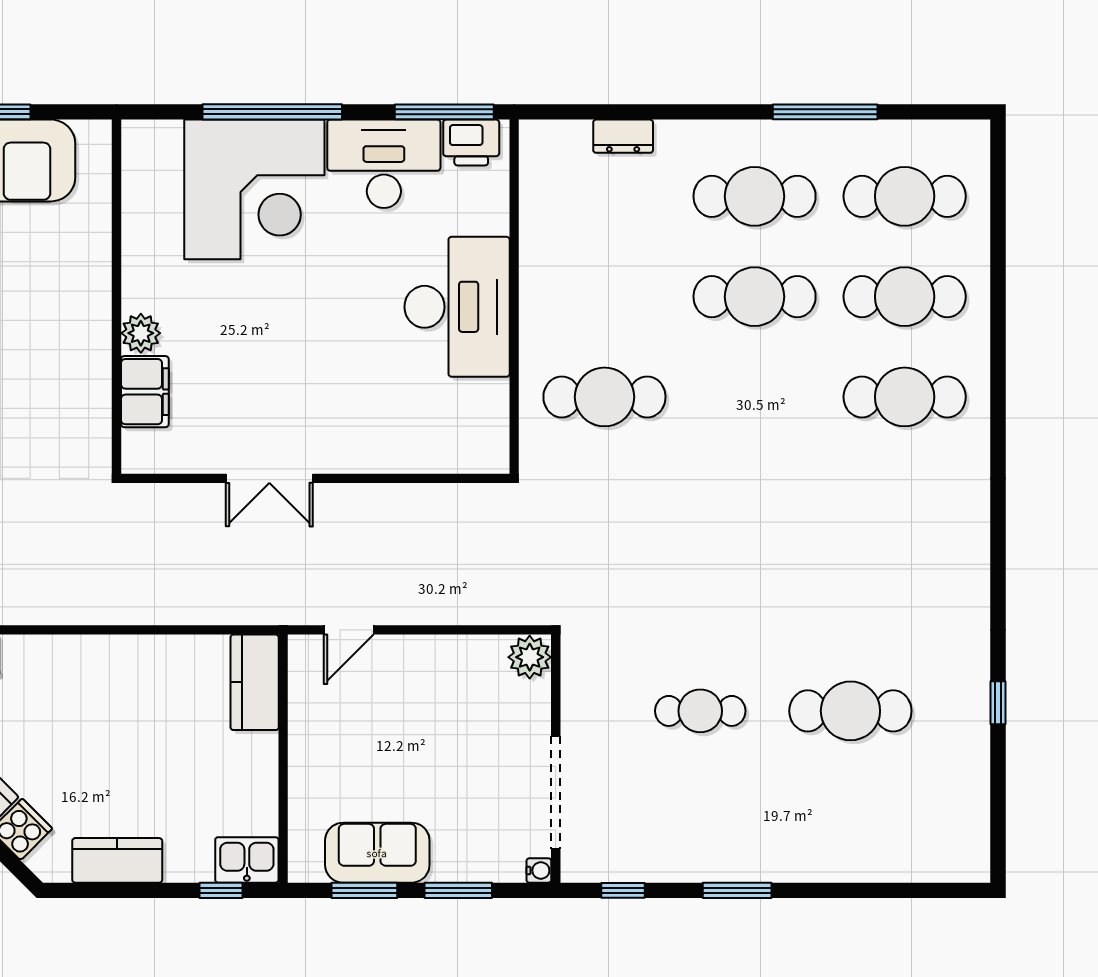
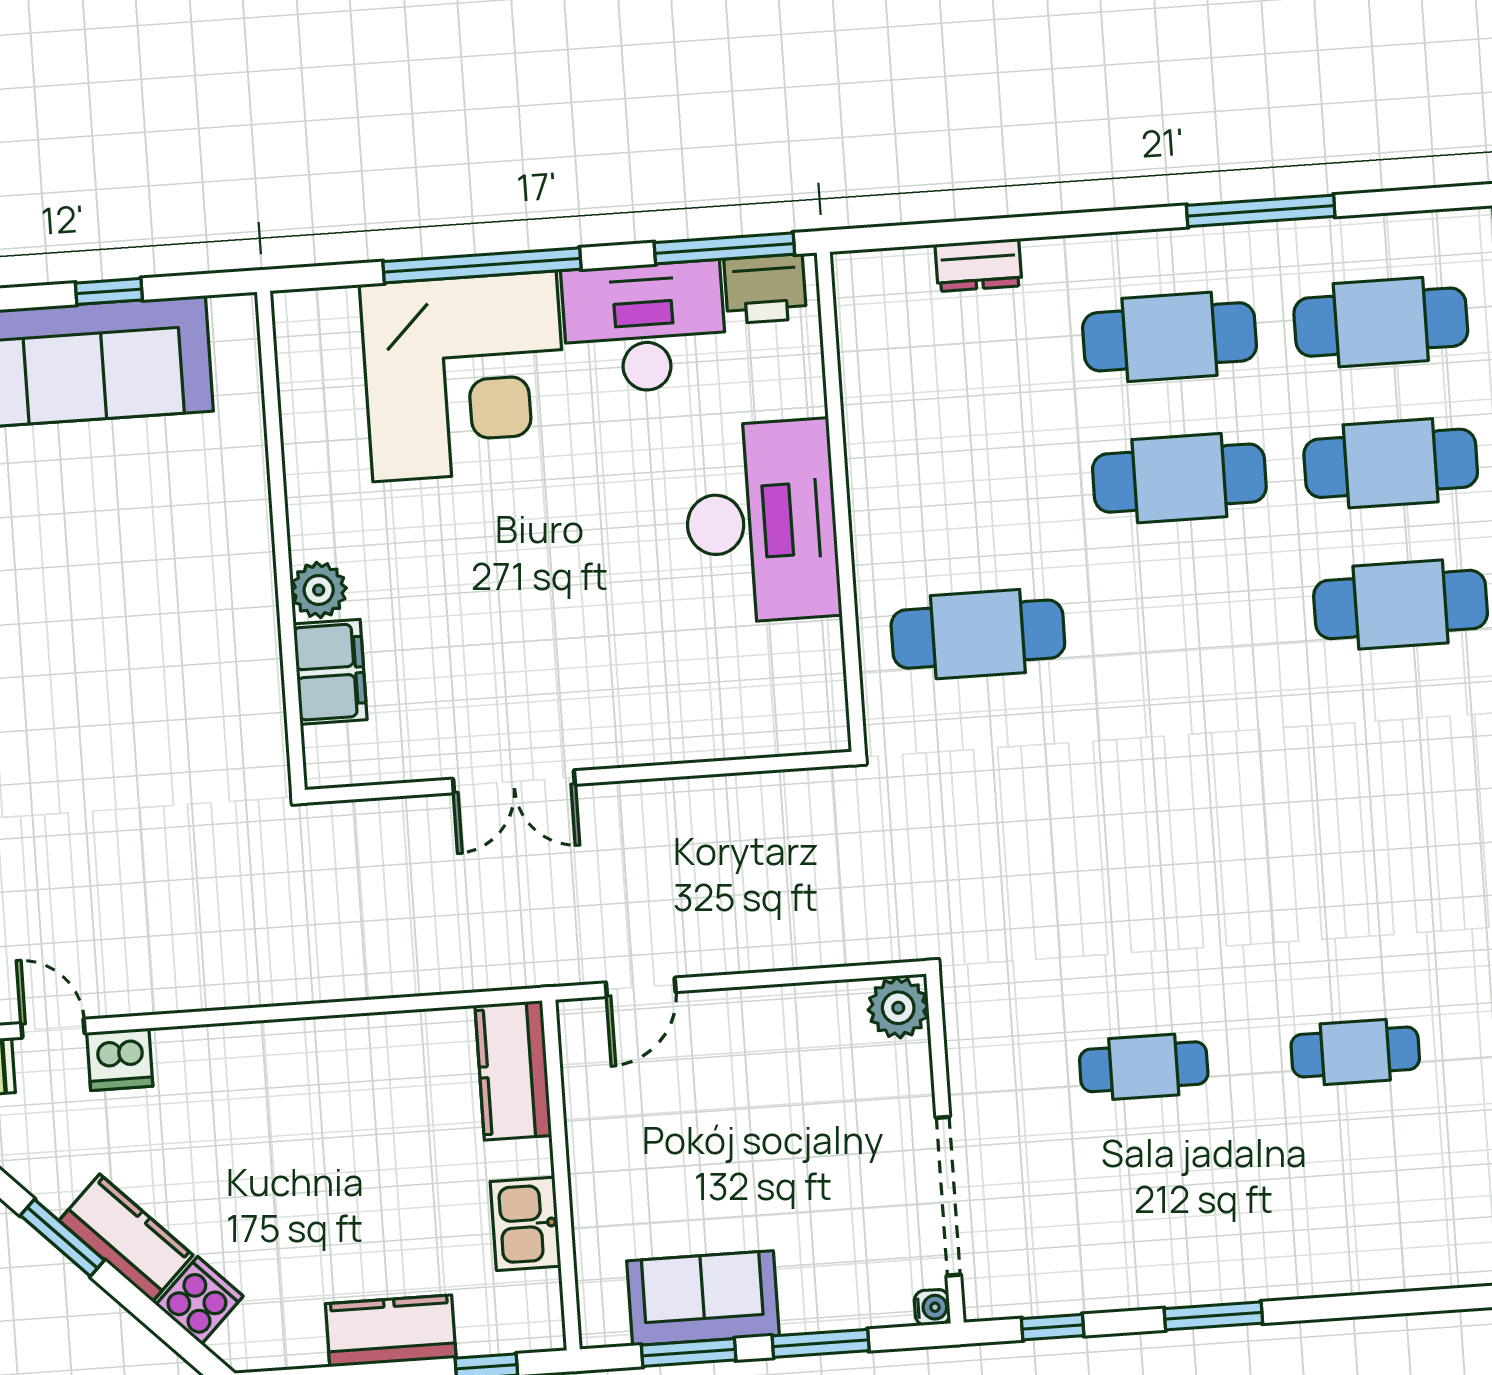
cafe table: (850, 711) -> (1355, 1052), width x0.73, depth x0.74
kitchen counter: (117, 860) -> (391, 1331), moved
kitchen sink: (247, 860) -> (526, 1224), moved, turned -90

